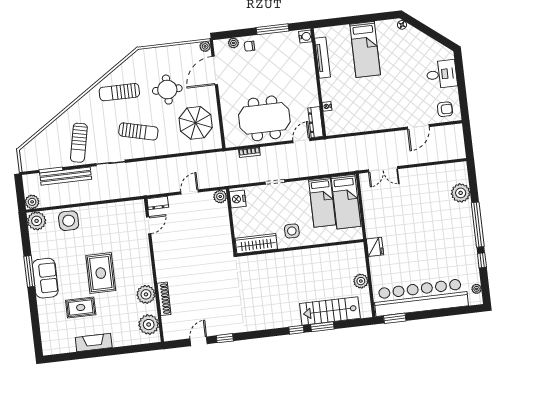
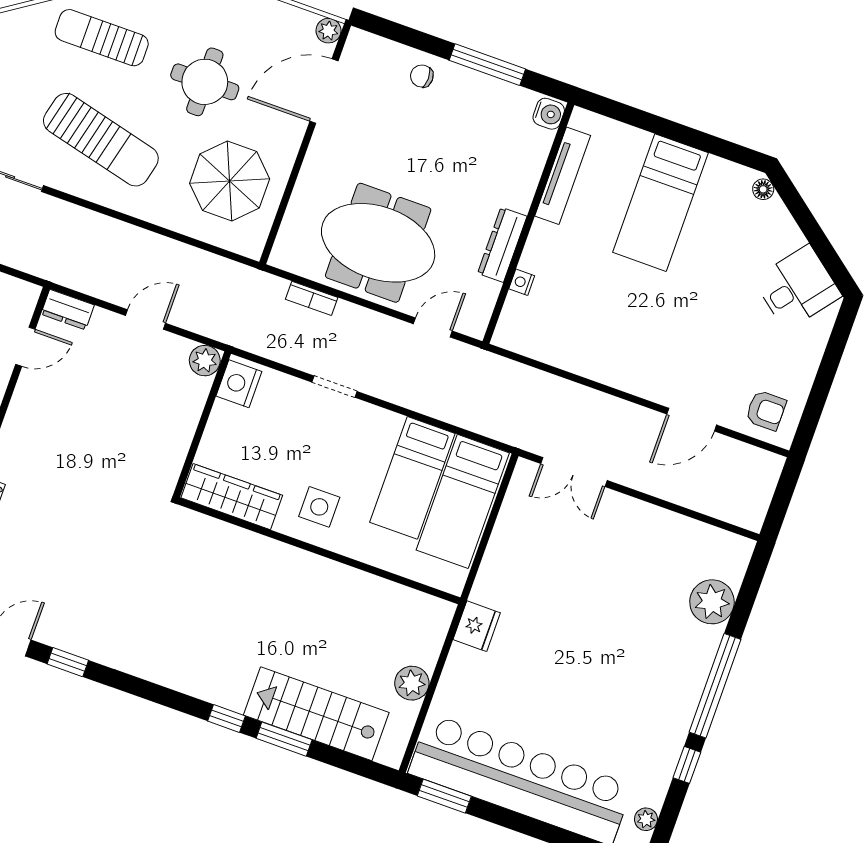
plant: (233, 43) -> (391, 53), removed
desk: (442, 74) -> (797, 288), moved, turned -52
dresser: (315, 122) -> (502, 245), moved
sun lounger: (138, 131) -> (101, 140), width x1.36, depth x1.34

